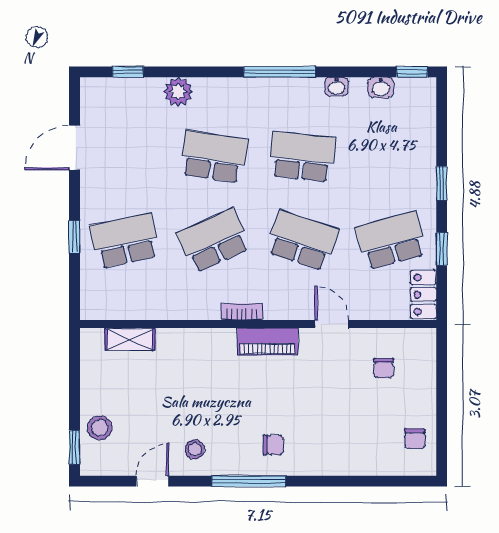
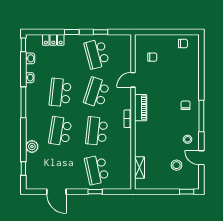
school desk: (214, 241) -> (97, 131), turned 30
locker: (423, 294) -> (53, 40), moved
stool: (100, 428) -> (176, 165), moved

